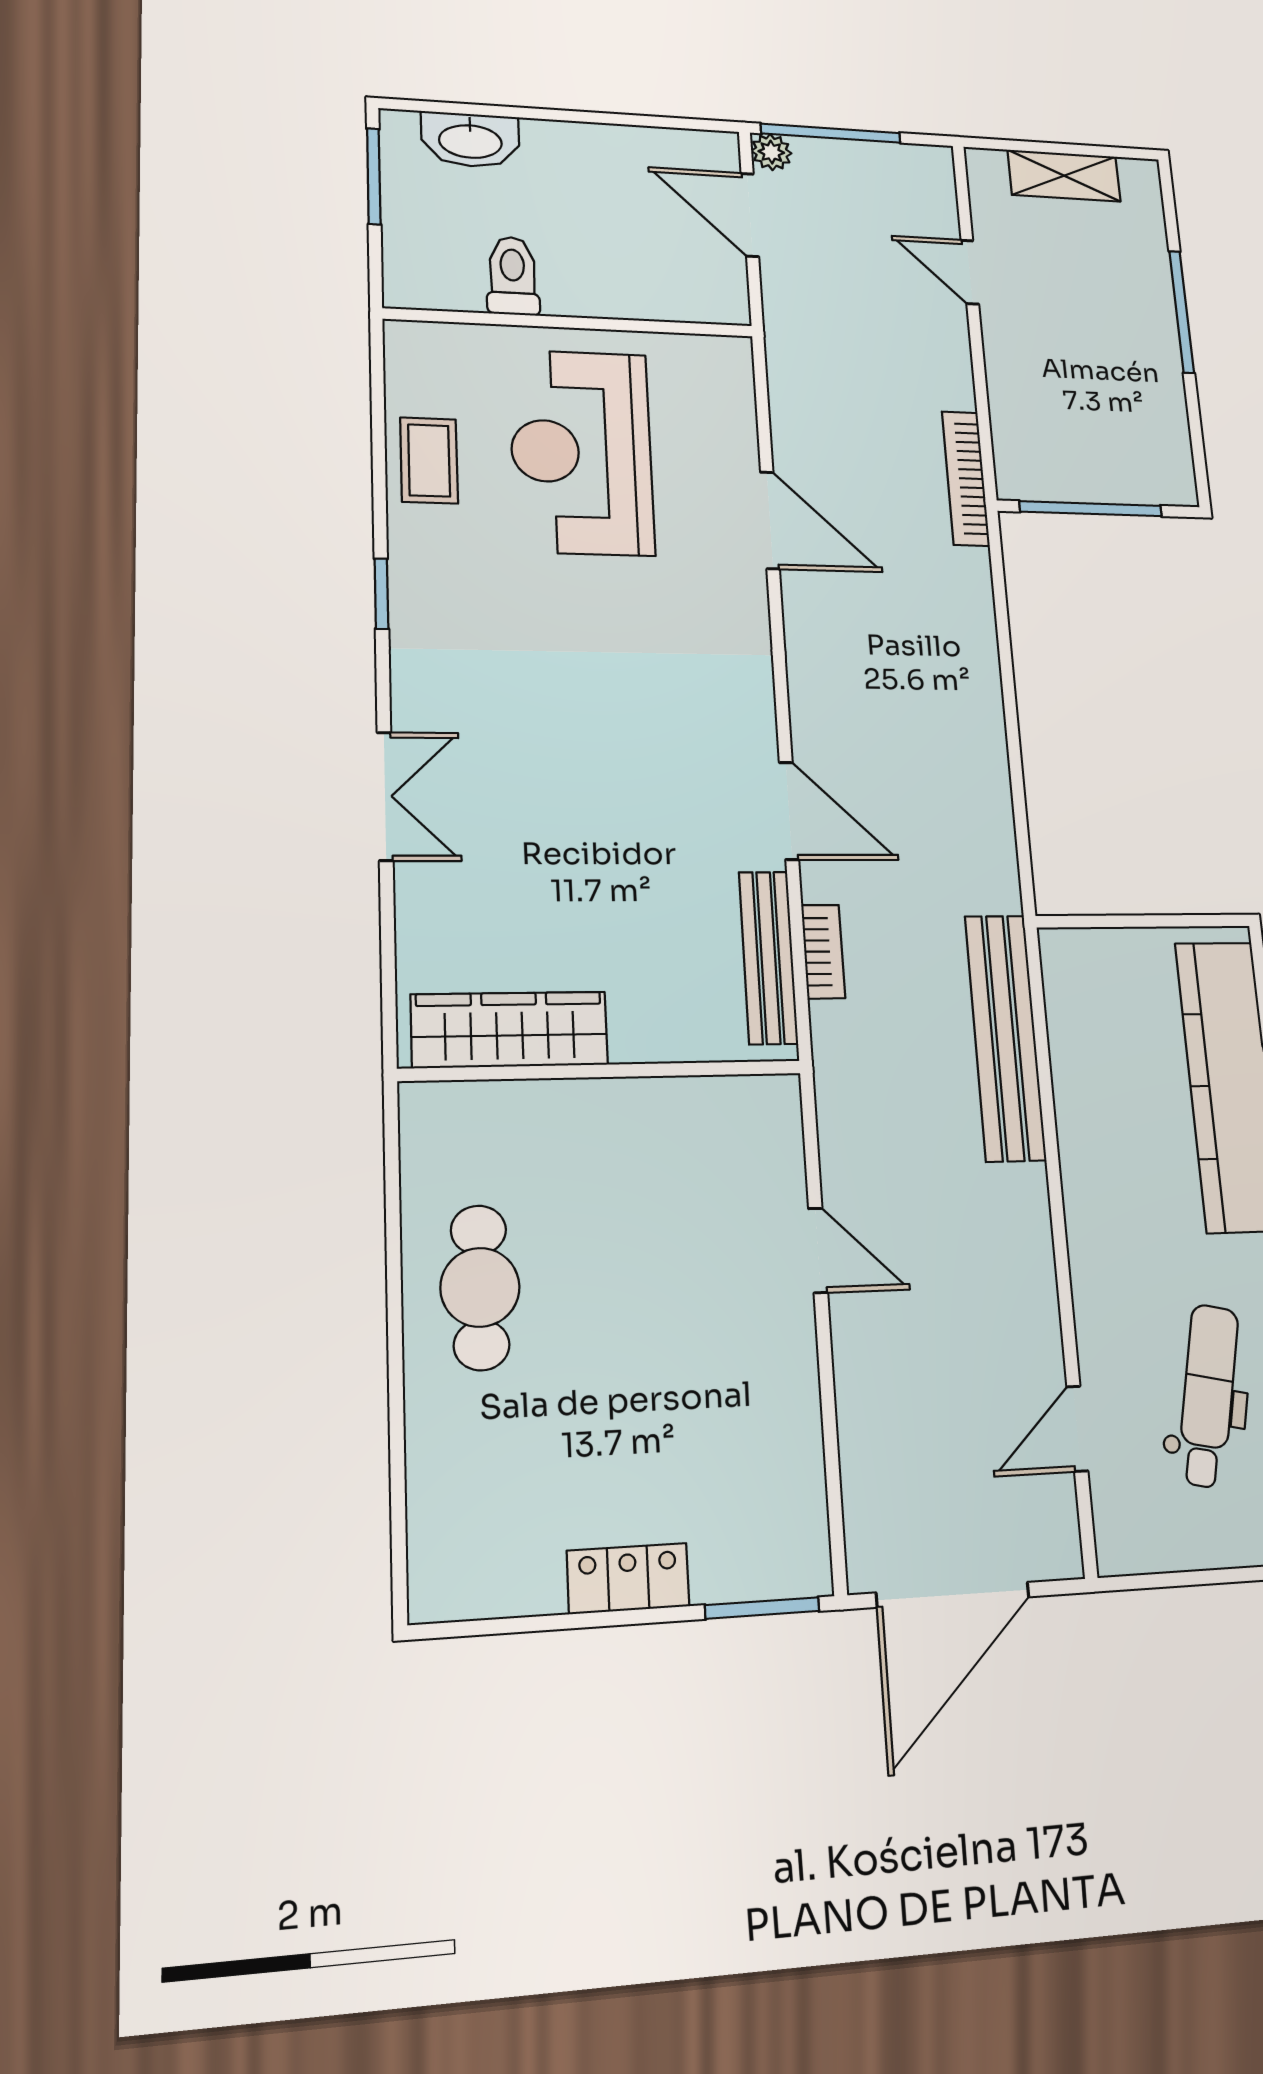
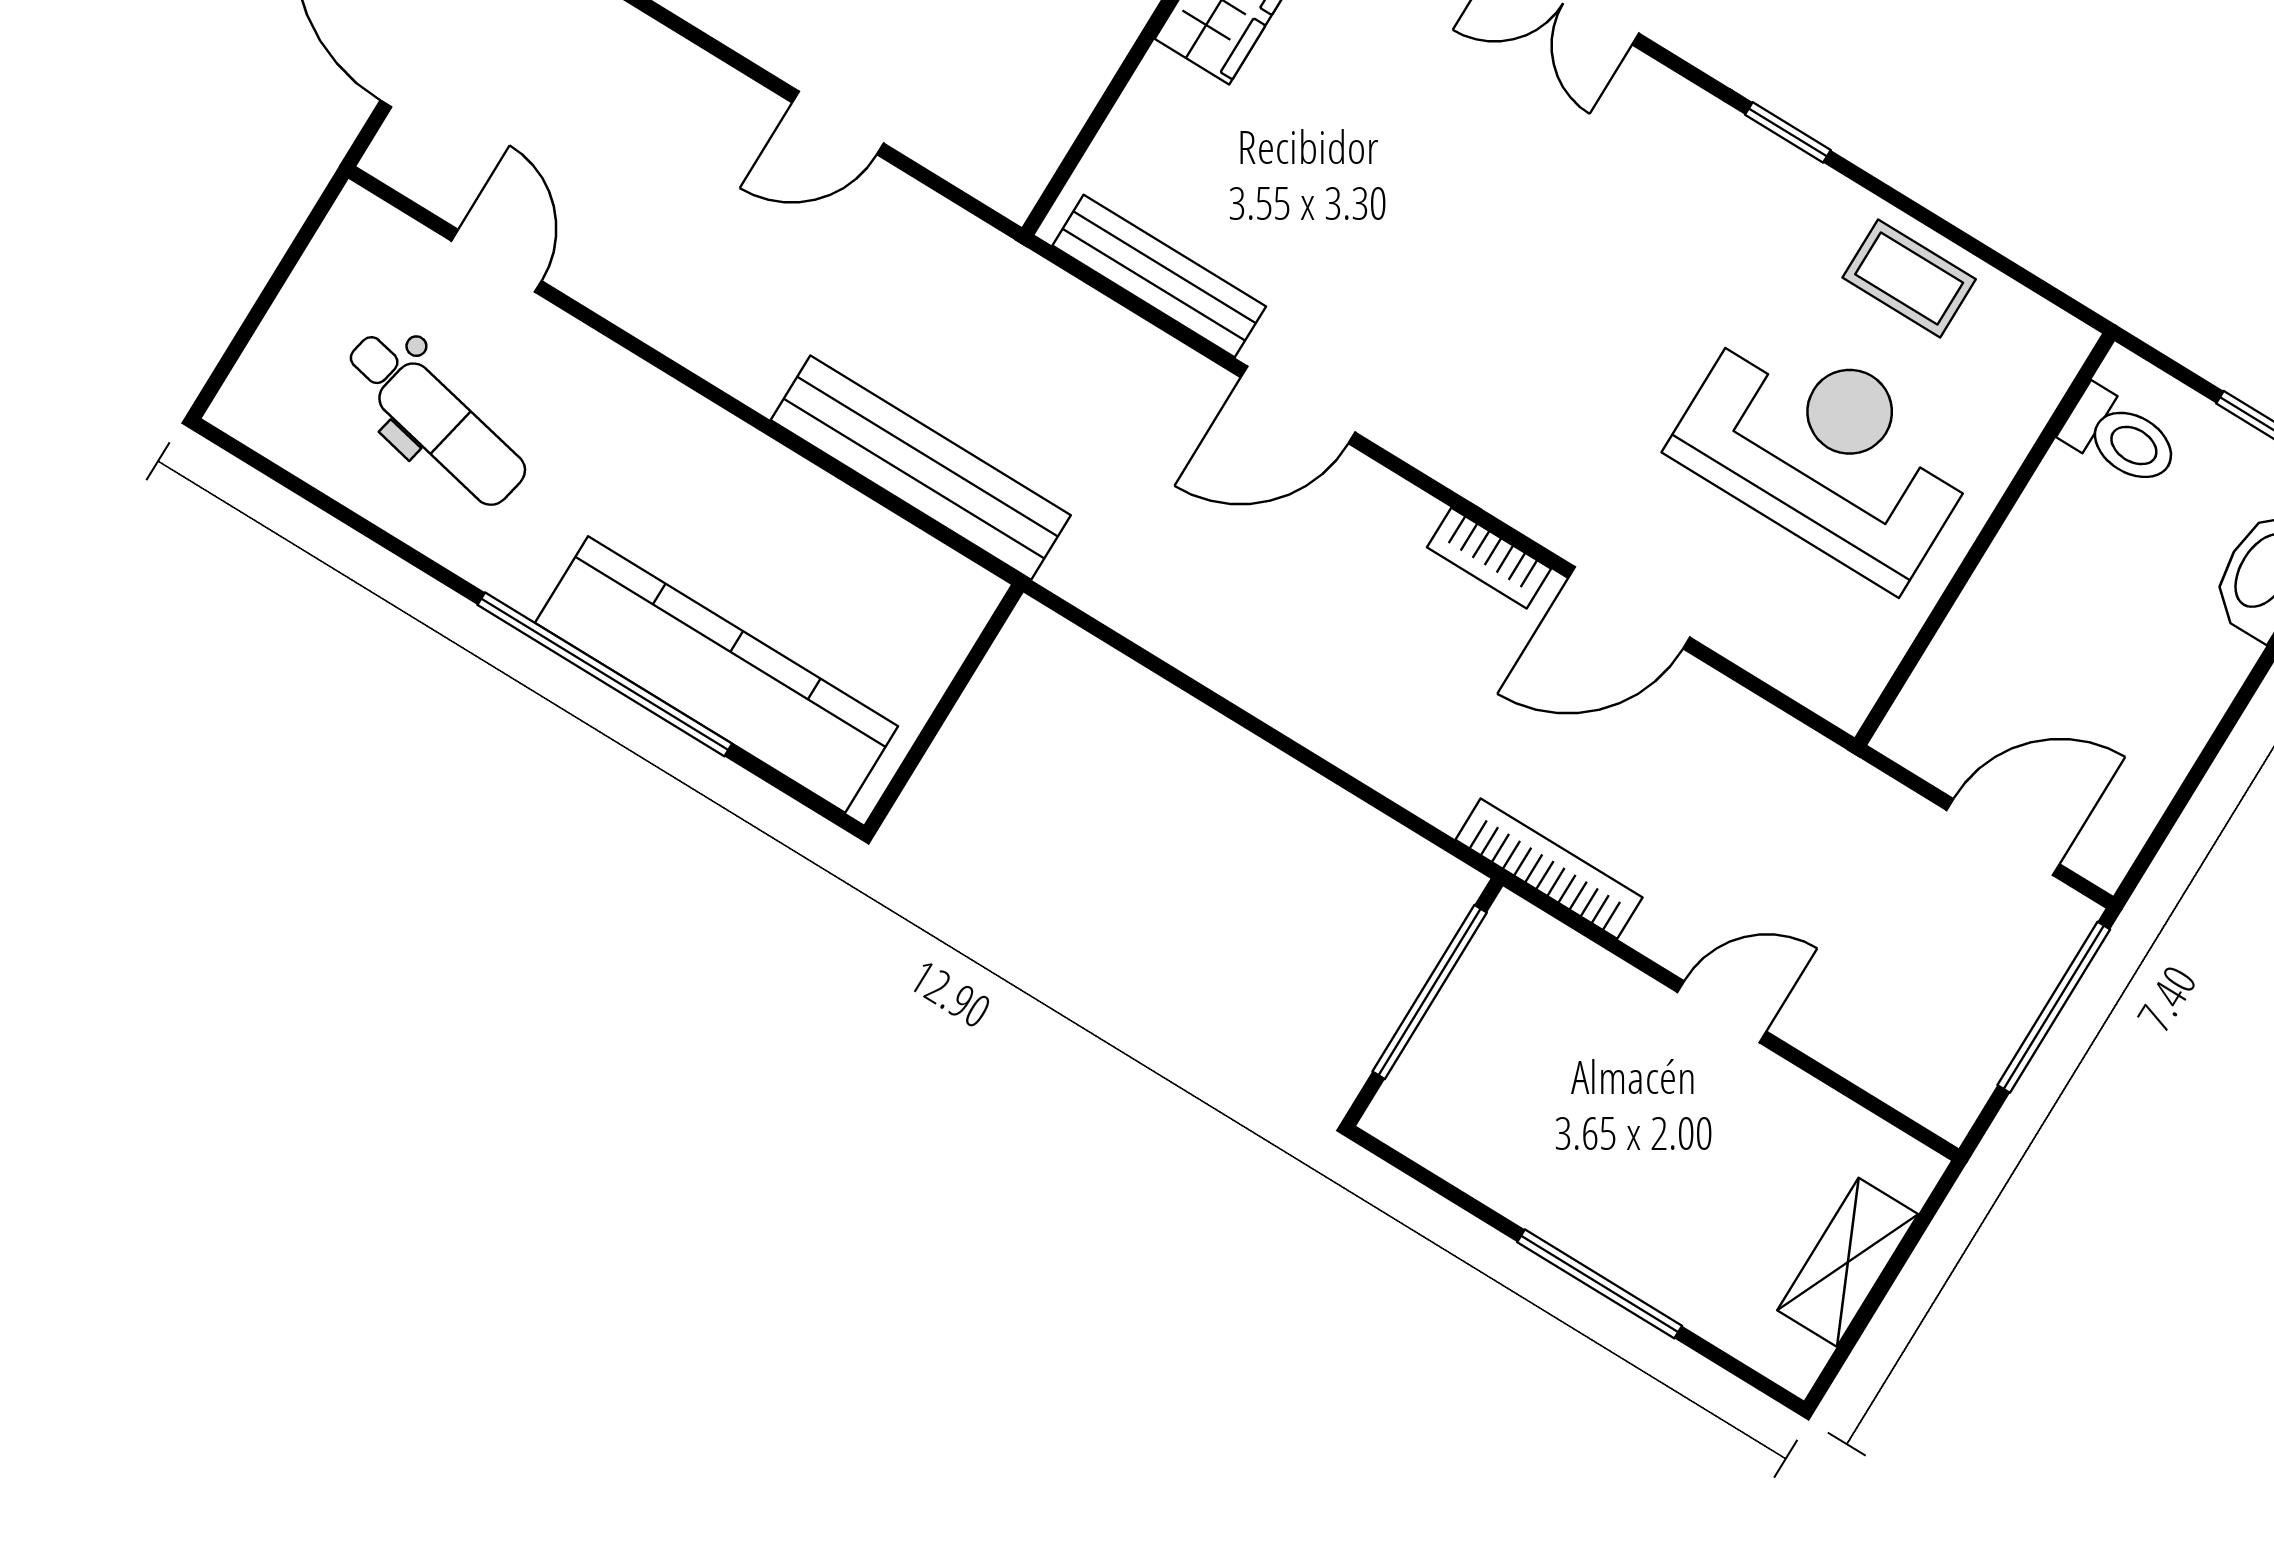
plant: (771, 152) -> (2068, 918), removed
door: (970, 272) -> (1722, 1012), moved
toilet: (513, 276) -> (2121, 437), moved
bookcase: (823, 952) -> (1489, 558), moved

